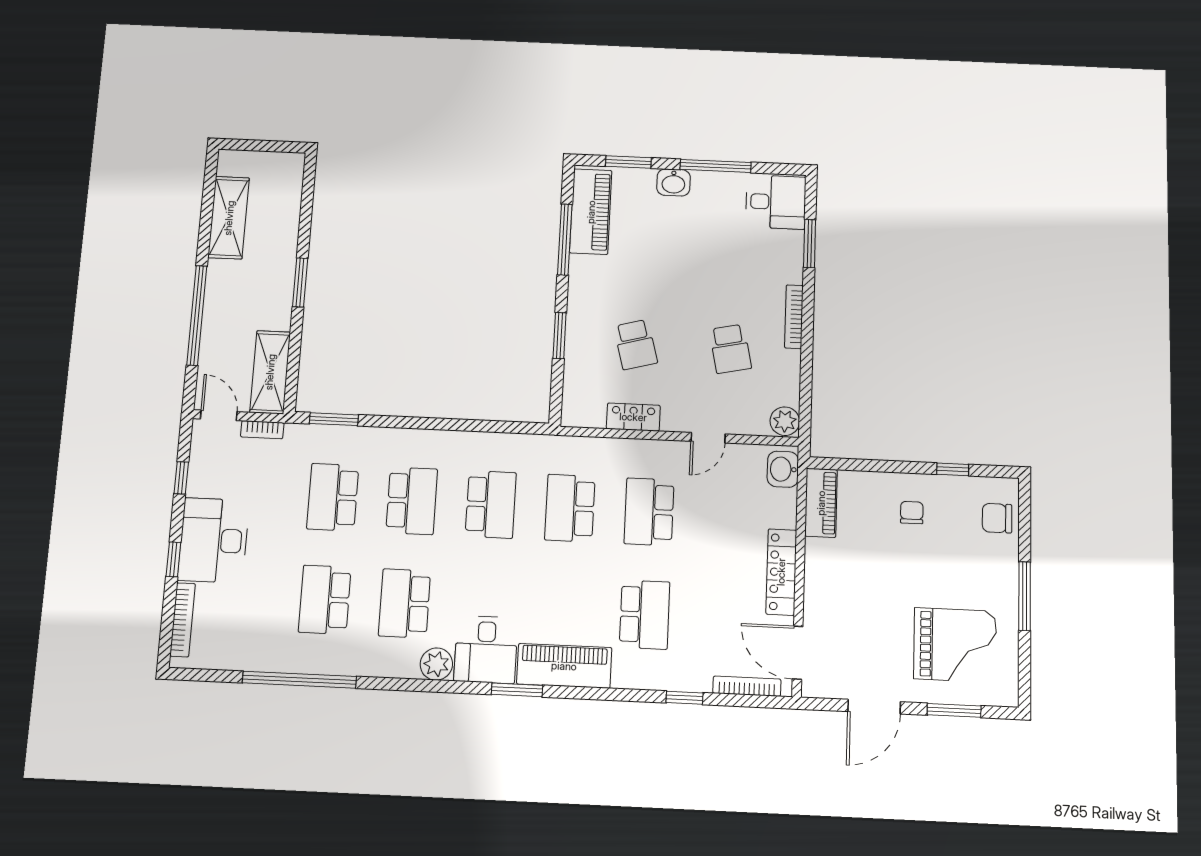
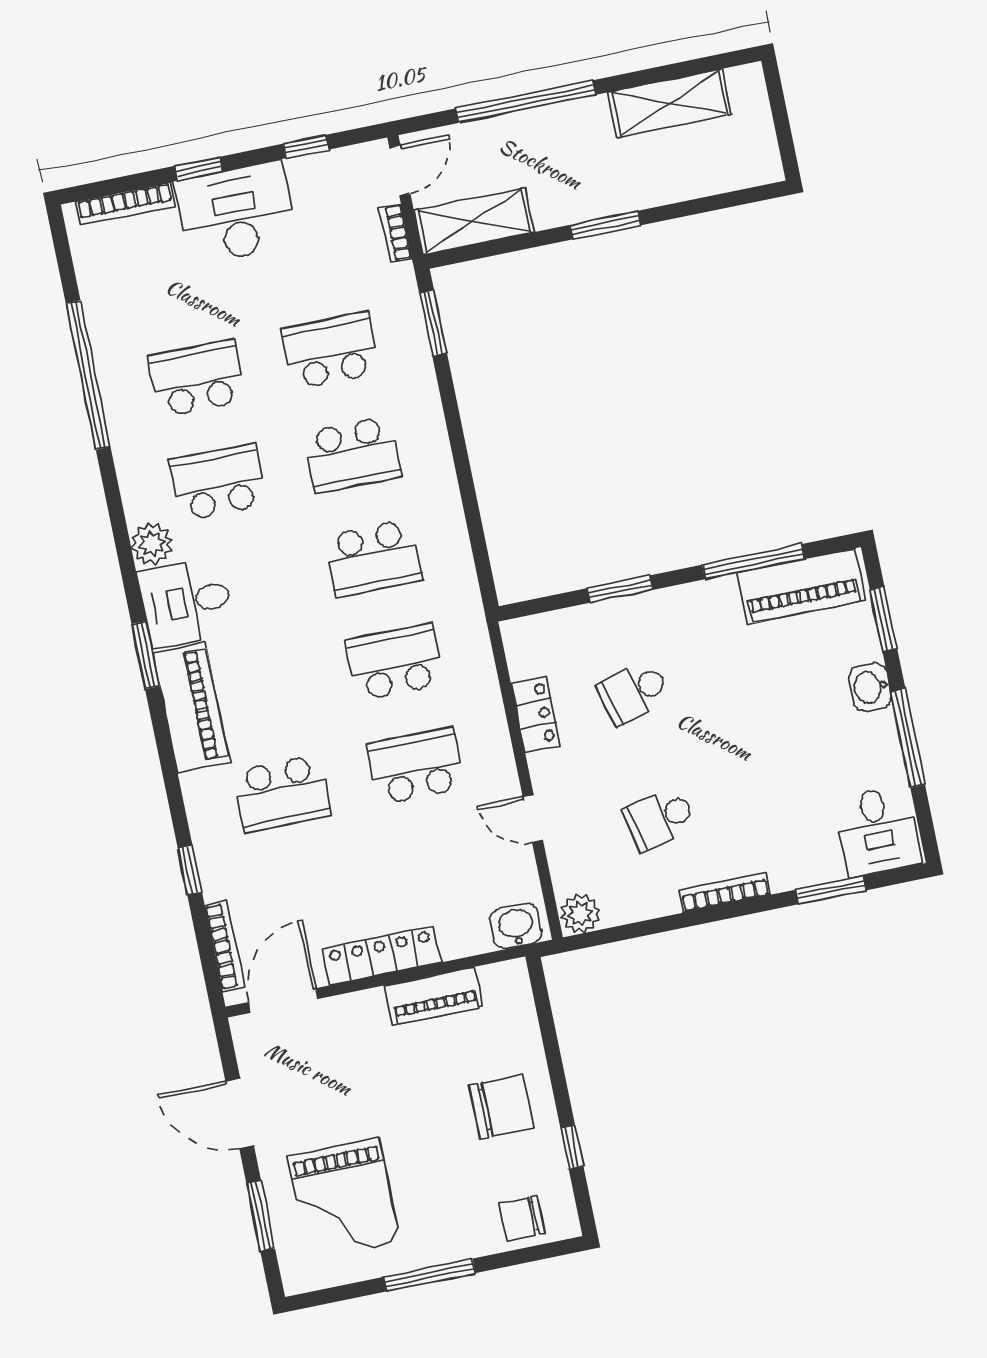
piano: (821, 503) -> (434, 996), moved
chair: (912, 512) -> (501, 1106), width x1.87, depth x1.87
chair: (997, 518) -> (522, 1218), turned -90

